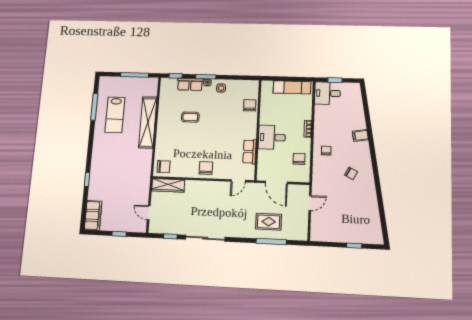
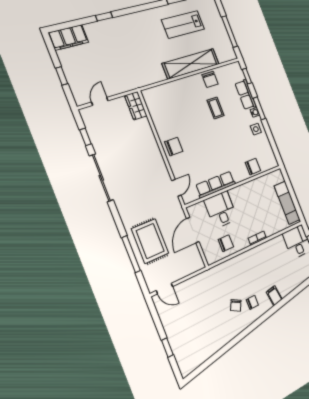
desk: (272, 137) -> (221, 210), moved
chair: (326, 151) -> (252, 302), moved
row of seats: (250, 152) -> (216, 185), width x1.48
chair: (164, 167) -> (210, 79), moved
door: (238, 181) -> (176, 188), swing flipped
wardrobe: (168, 185) -> (136, 106), width x0.67
door: (310, 203) -> (164, 289), moved
rug: (269, 222) -> (150, 241), width x1.36, depth x1.43

